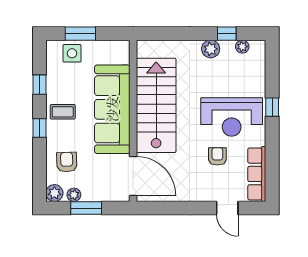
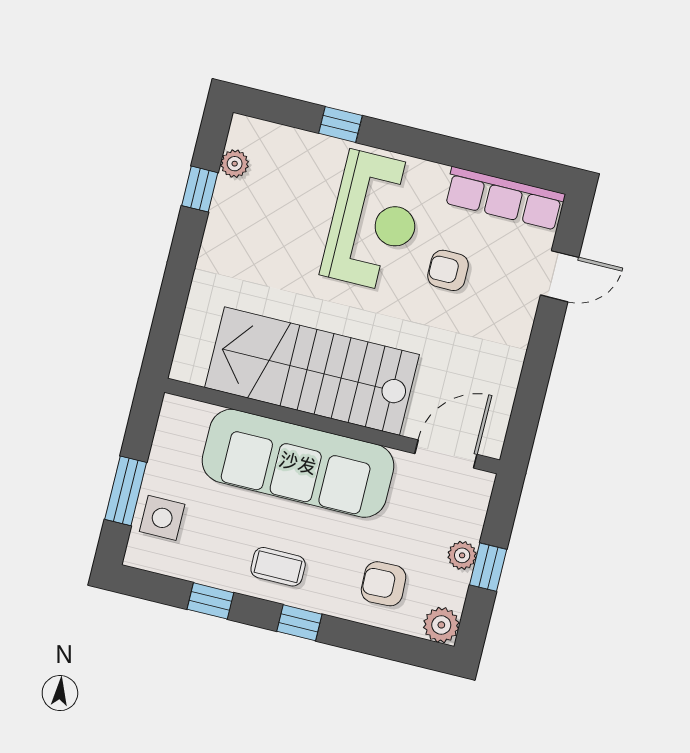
plant: (211, 49) -> (223, 230), removed
window: (272, 107) -> (340, 124), moved
coffee table: (63, 112) -> (278, 567), turned 90
door: (133, 176) -> (446, 454), width x0.73
plant: (74, 195) -> (462, 555), moved
window: (86, 208) -> (488, 567), width x0.67

